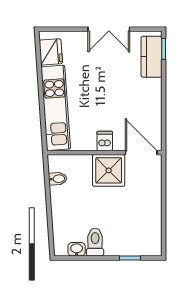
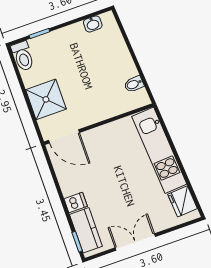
dishwasher: (105, 141) -> (76, 203), moved, turned -90
shower: (109, 170) -> (46, 99), moved
toilet: (95, 242) -> (23, 56), moved

